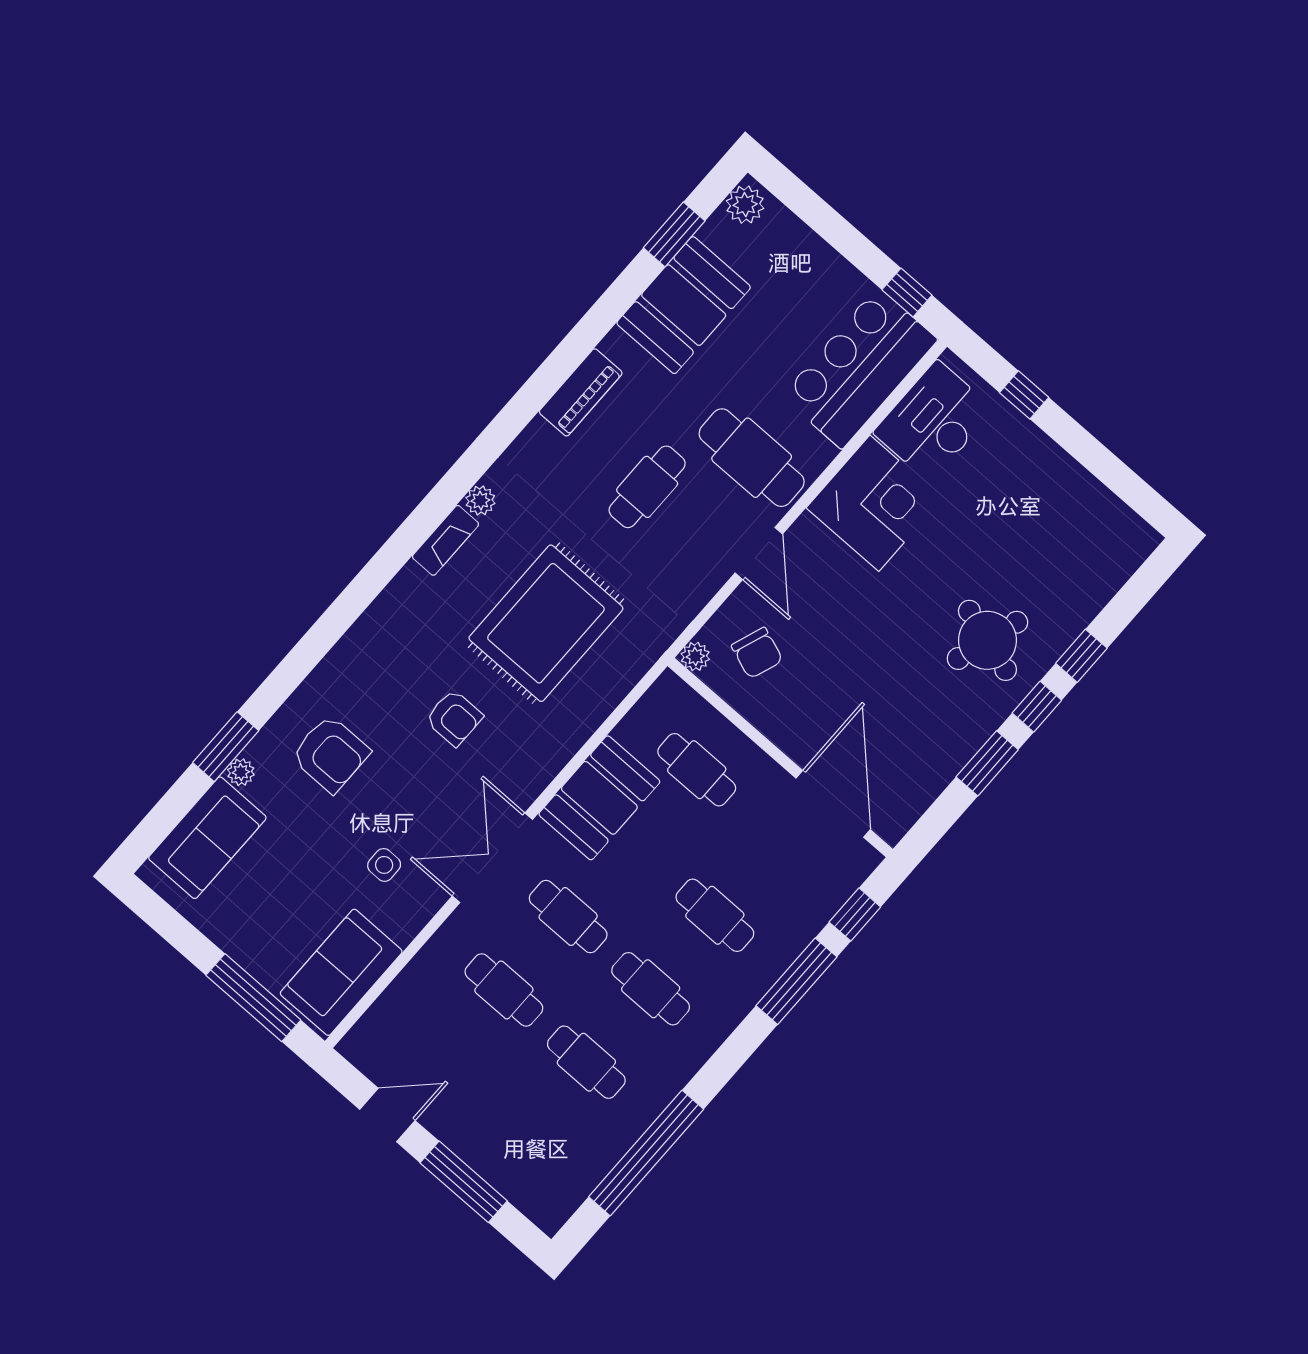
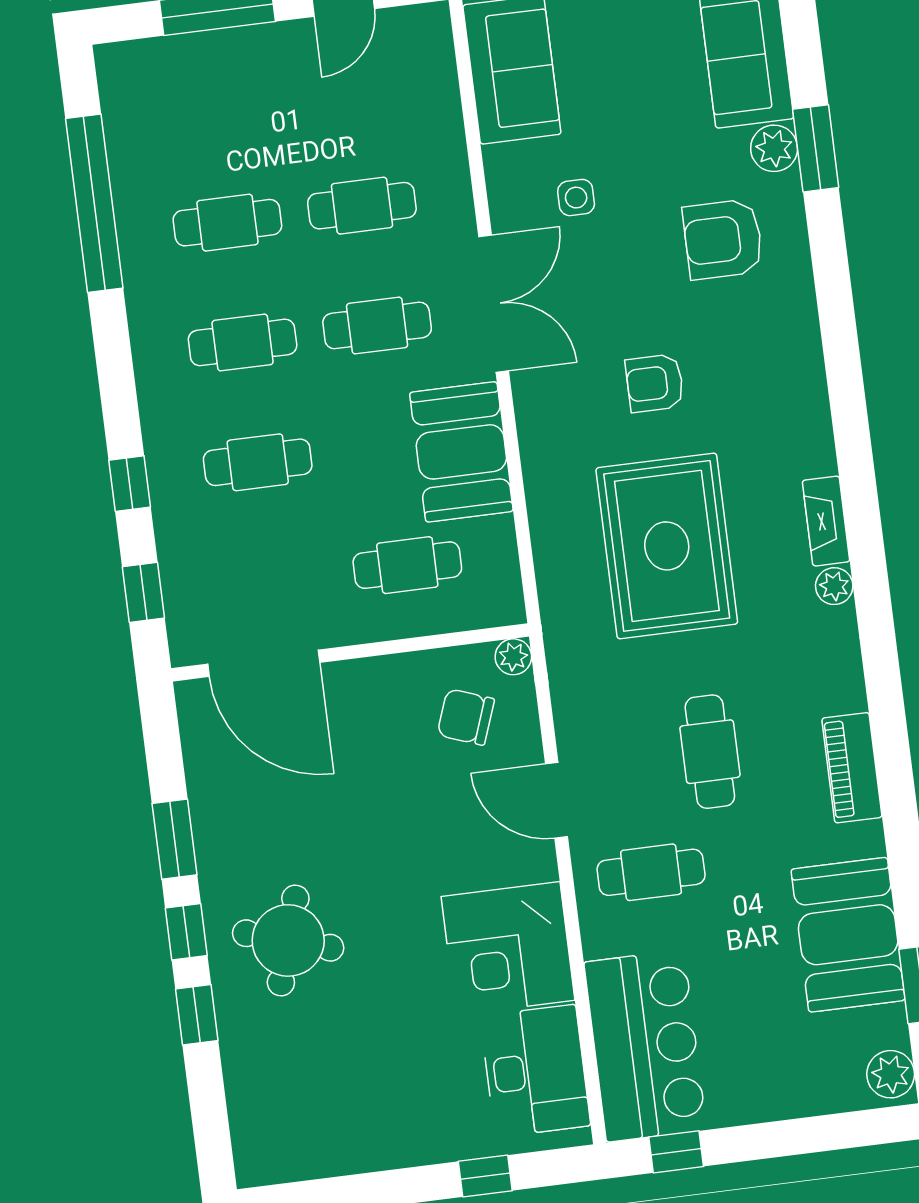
cafe table: (752, 458) -> (651, 872), width x0.73, depth x0.74
plant: (241, 772) -> (774, 148), width x1.38, depth x1.38
window: (796, 981) -> (130, 484), width x0.46

